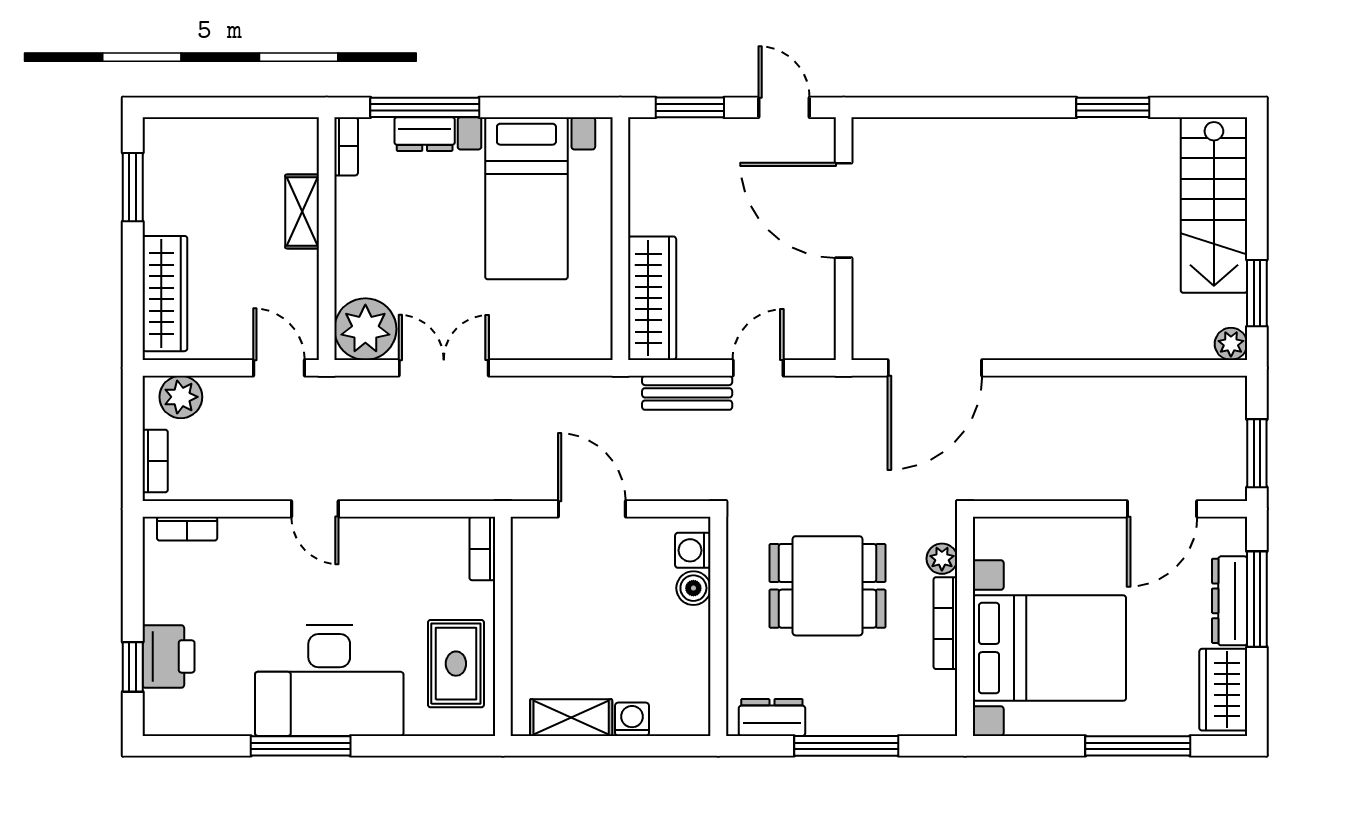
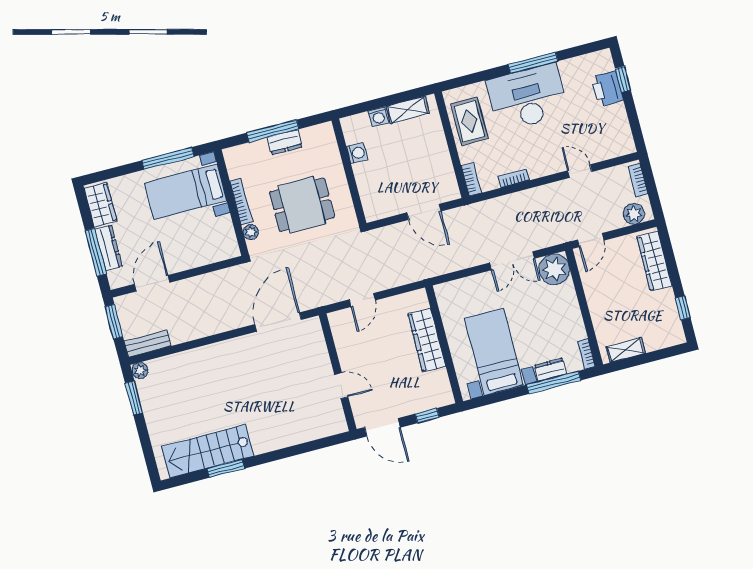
window: (690, 107) -> (427, 416), width x0.67
door: (784, 107) -> (382, 427), width x1.38
window: (133, 187) -> (683, 308), width x0.67
stairs: (1214, 205) -> (208, 451), moved, turned -90
door: (844, 210) -> (341, 386), width x0.53
shelving: (302, 211) -> (626, 350), moved, turned 90
wardrobe: (652, 298) -> (427, 340), moved
door: (279, 368) -> (591, 240), hinge flipped
bench: (687, 393) -> (148, 344), moved
door: (315, 509) -> (580, 171), moved
bookcase: (187, 529) -> (514, 178), moved
washing machine: (693, 550) -> (357, 153), moved
boiler: (693, 588) -> (366, 187), removed
bed with nightstands: (1049, 648) -> (185, 192), width x0.73
dresser: (772, 717) -> (285, 142), moved
window: (1138, 746) -> (168, 158), moved

